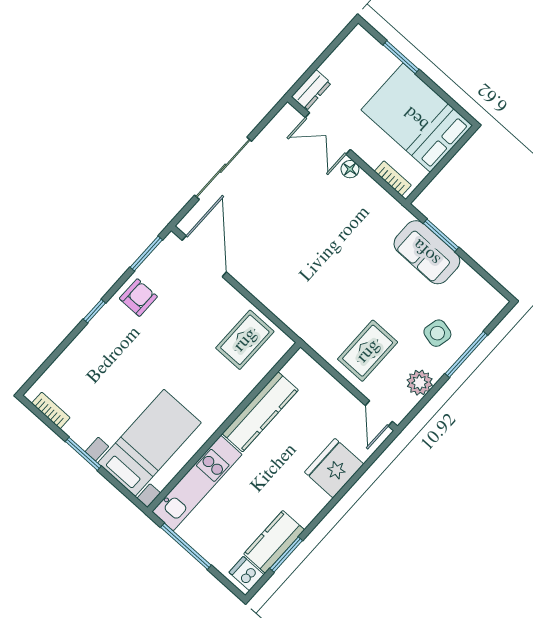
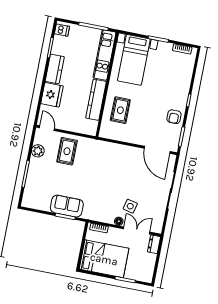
side table: (437, 333) -> (130, 206), moved
rug: (245, 340) -> (120, 110), moved
kitchen counter: (274, 542) -> (55, 69), moved

